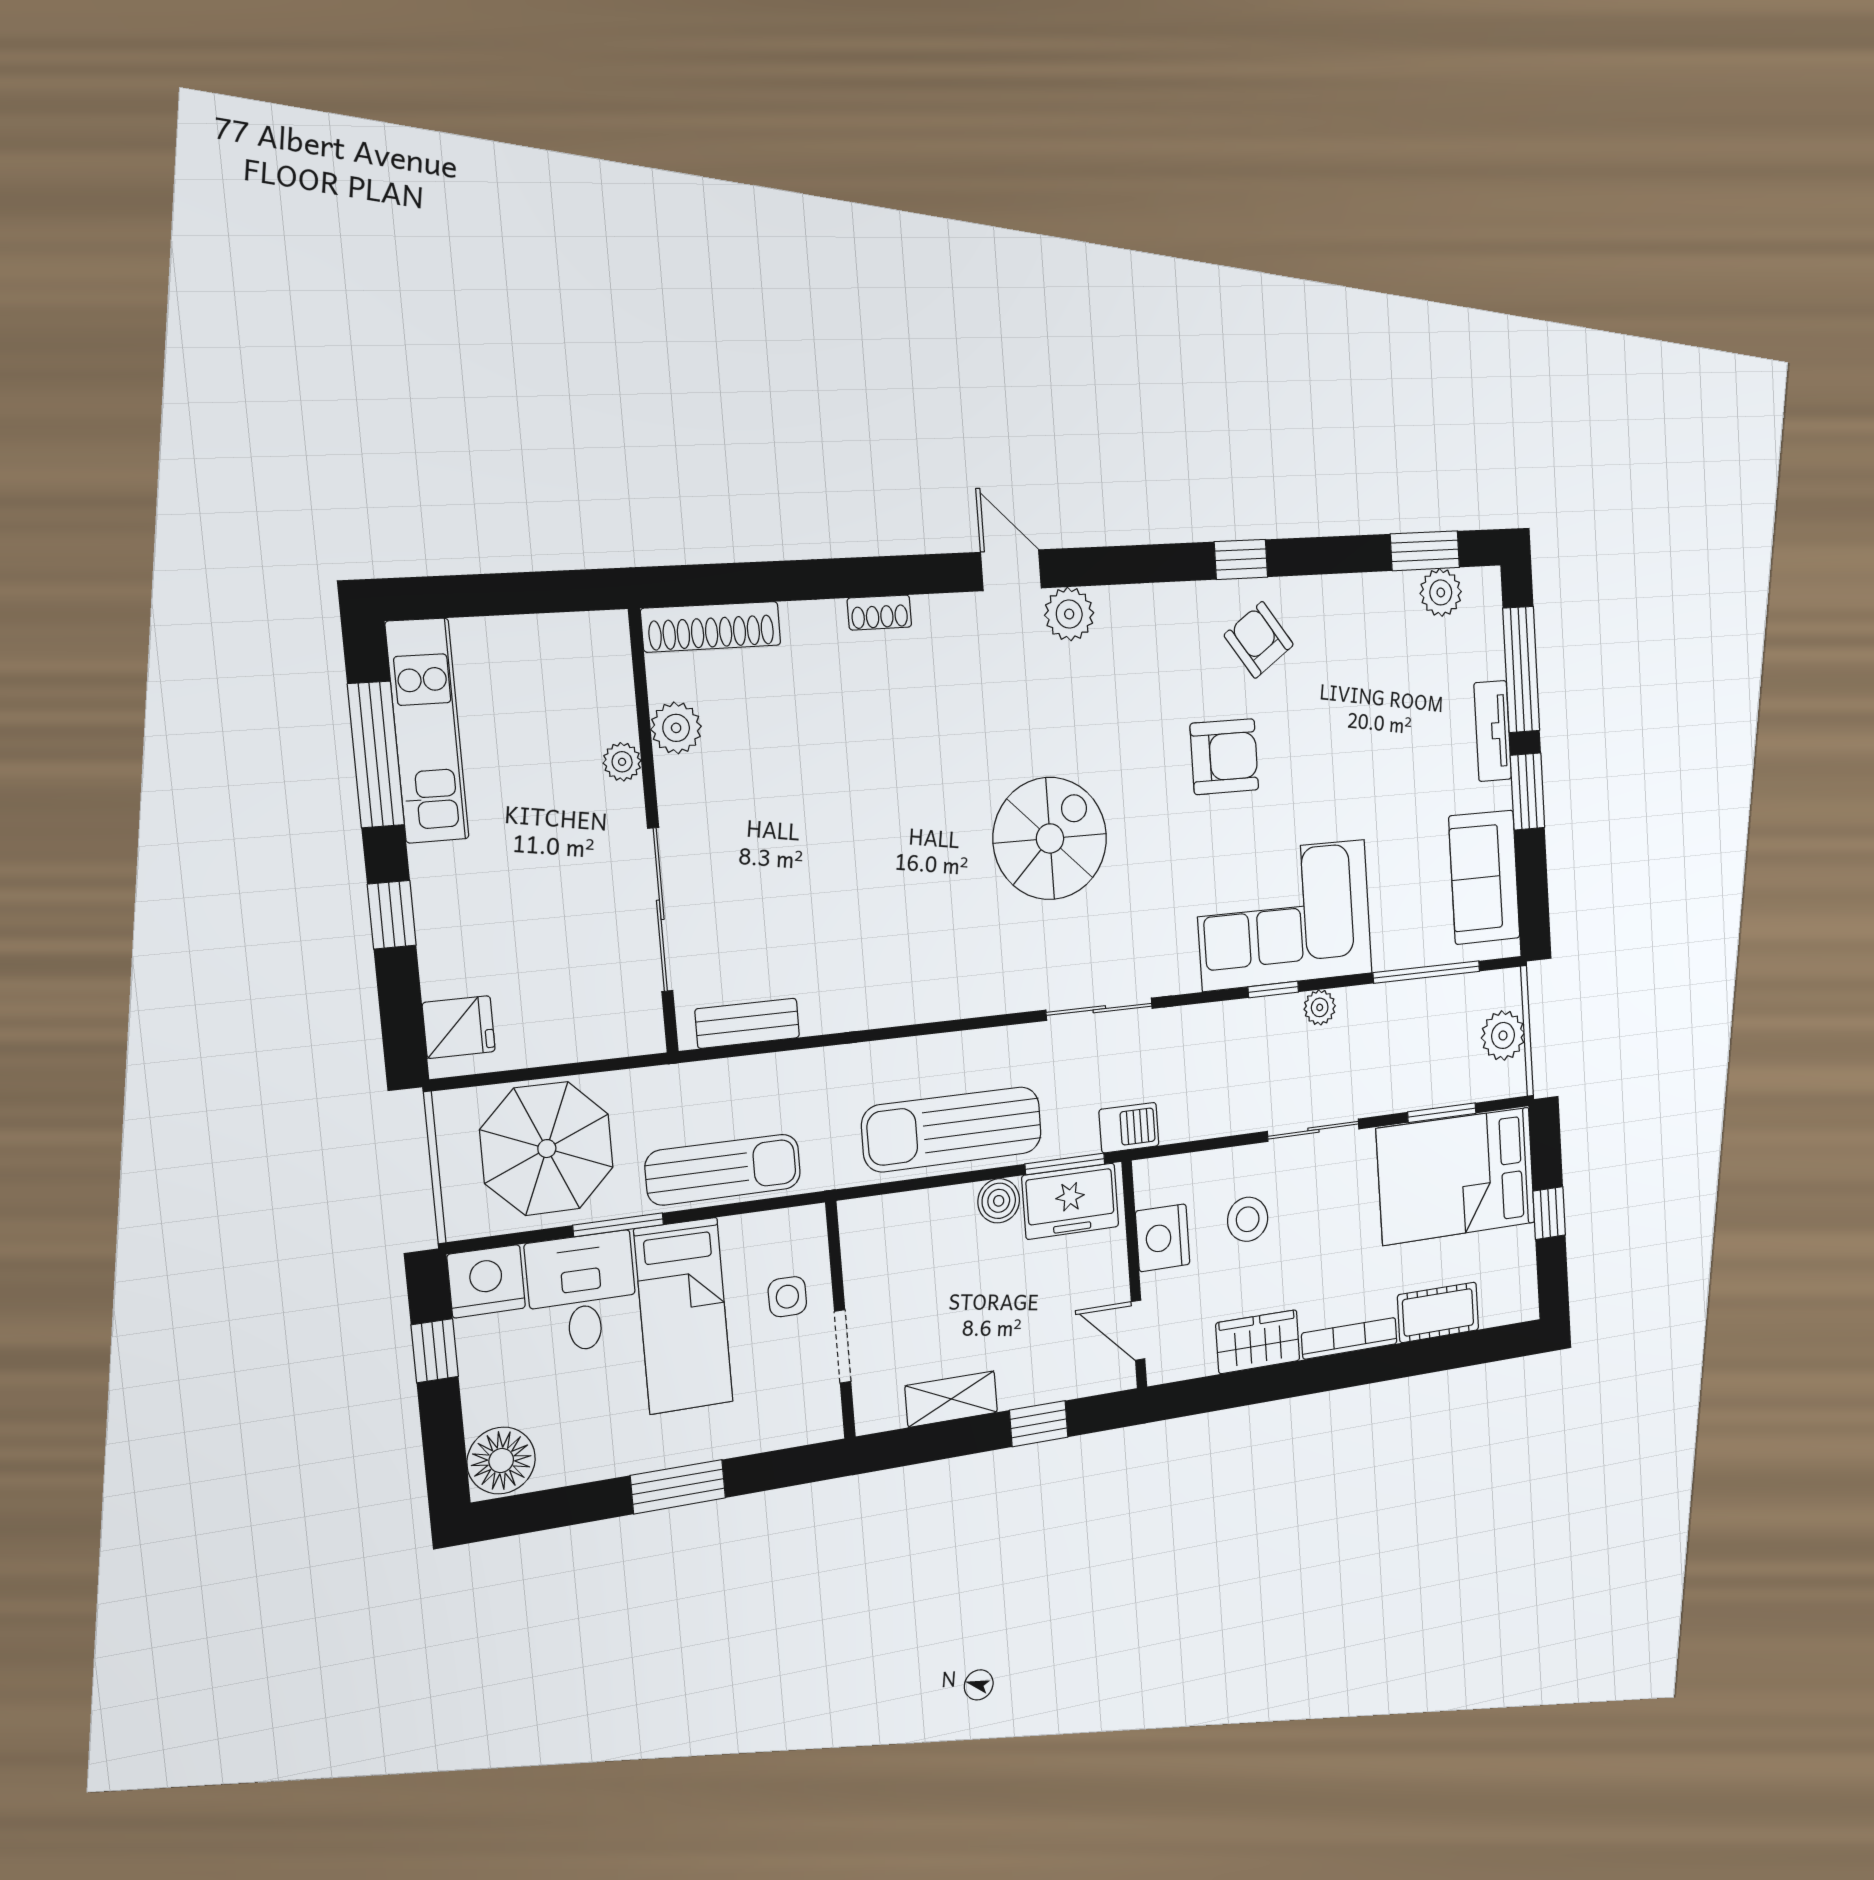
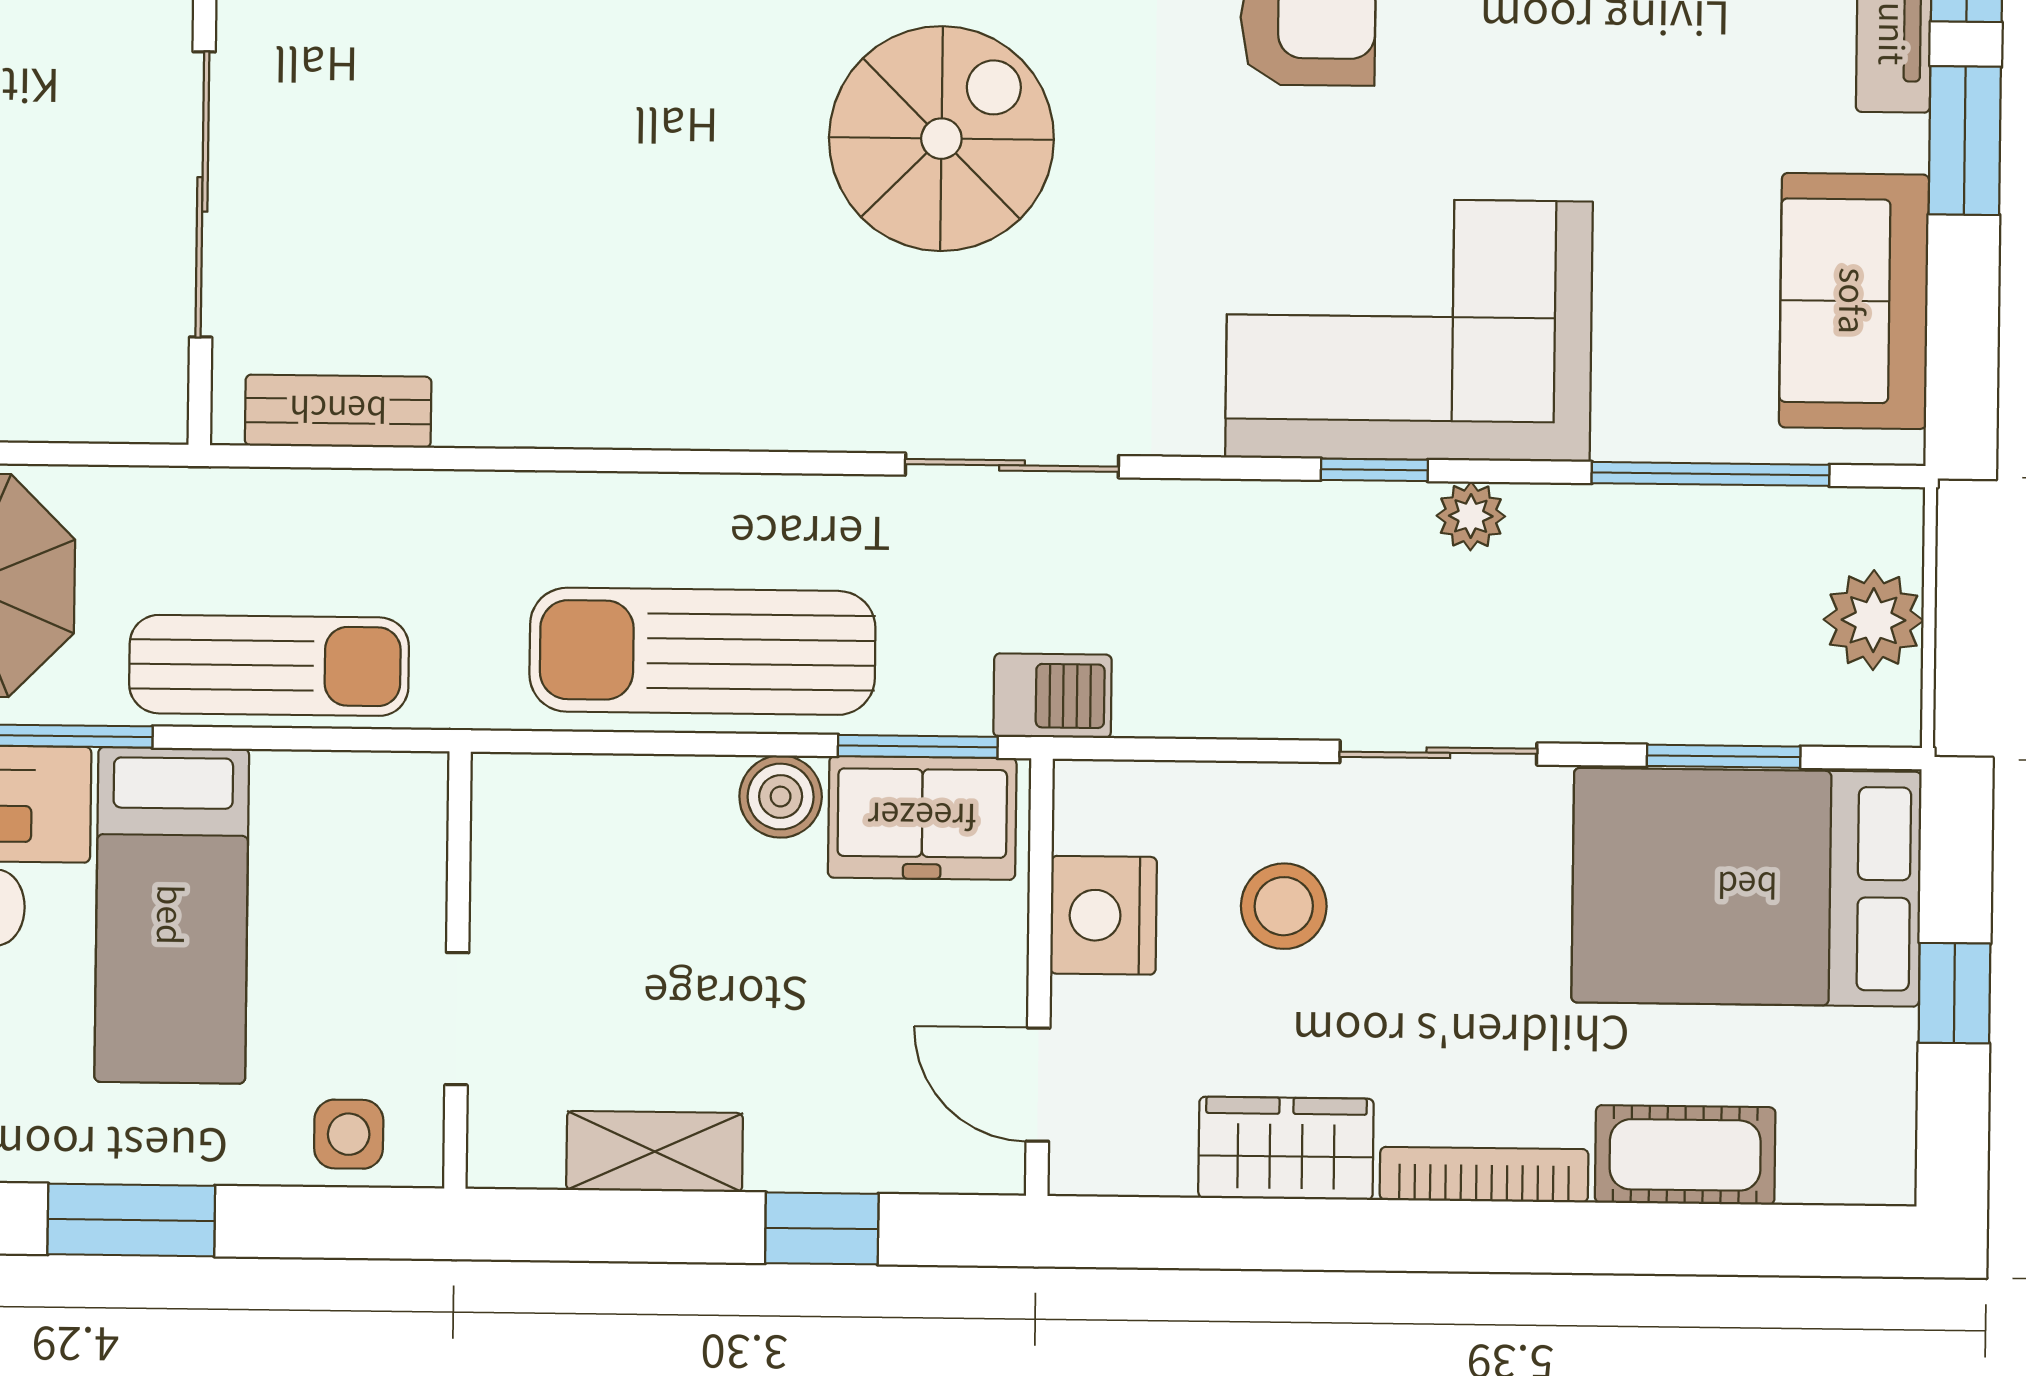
side table: (787, 1297) -> (349, 1134), moved

